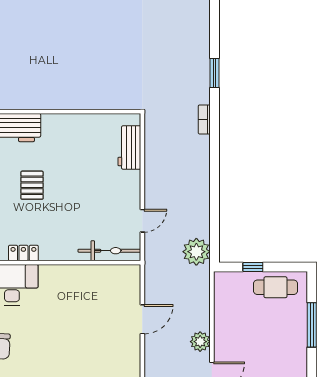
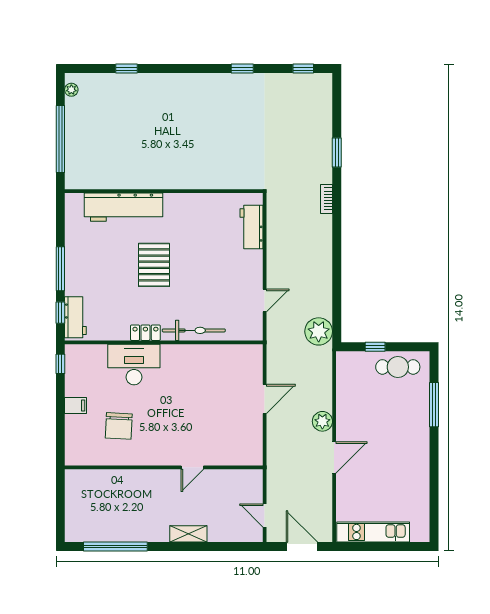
pallet: (32, 185) -> (154, 265), width x1.50, depth x1.42
bicycle: (109, 251) -> (194, 330), moved

